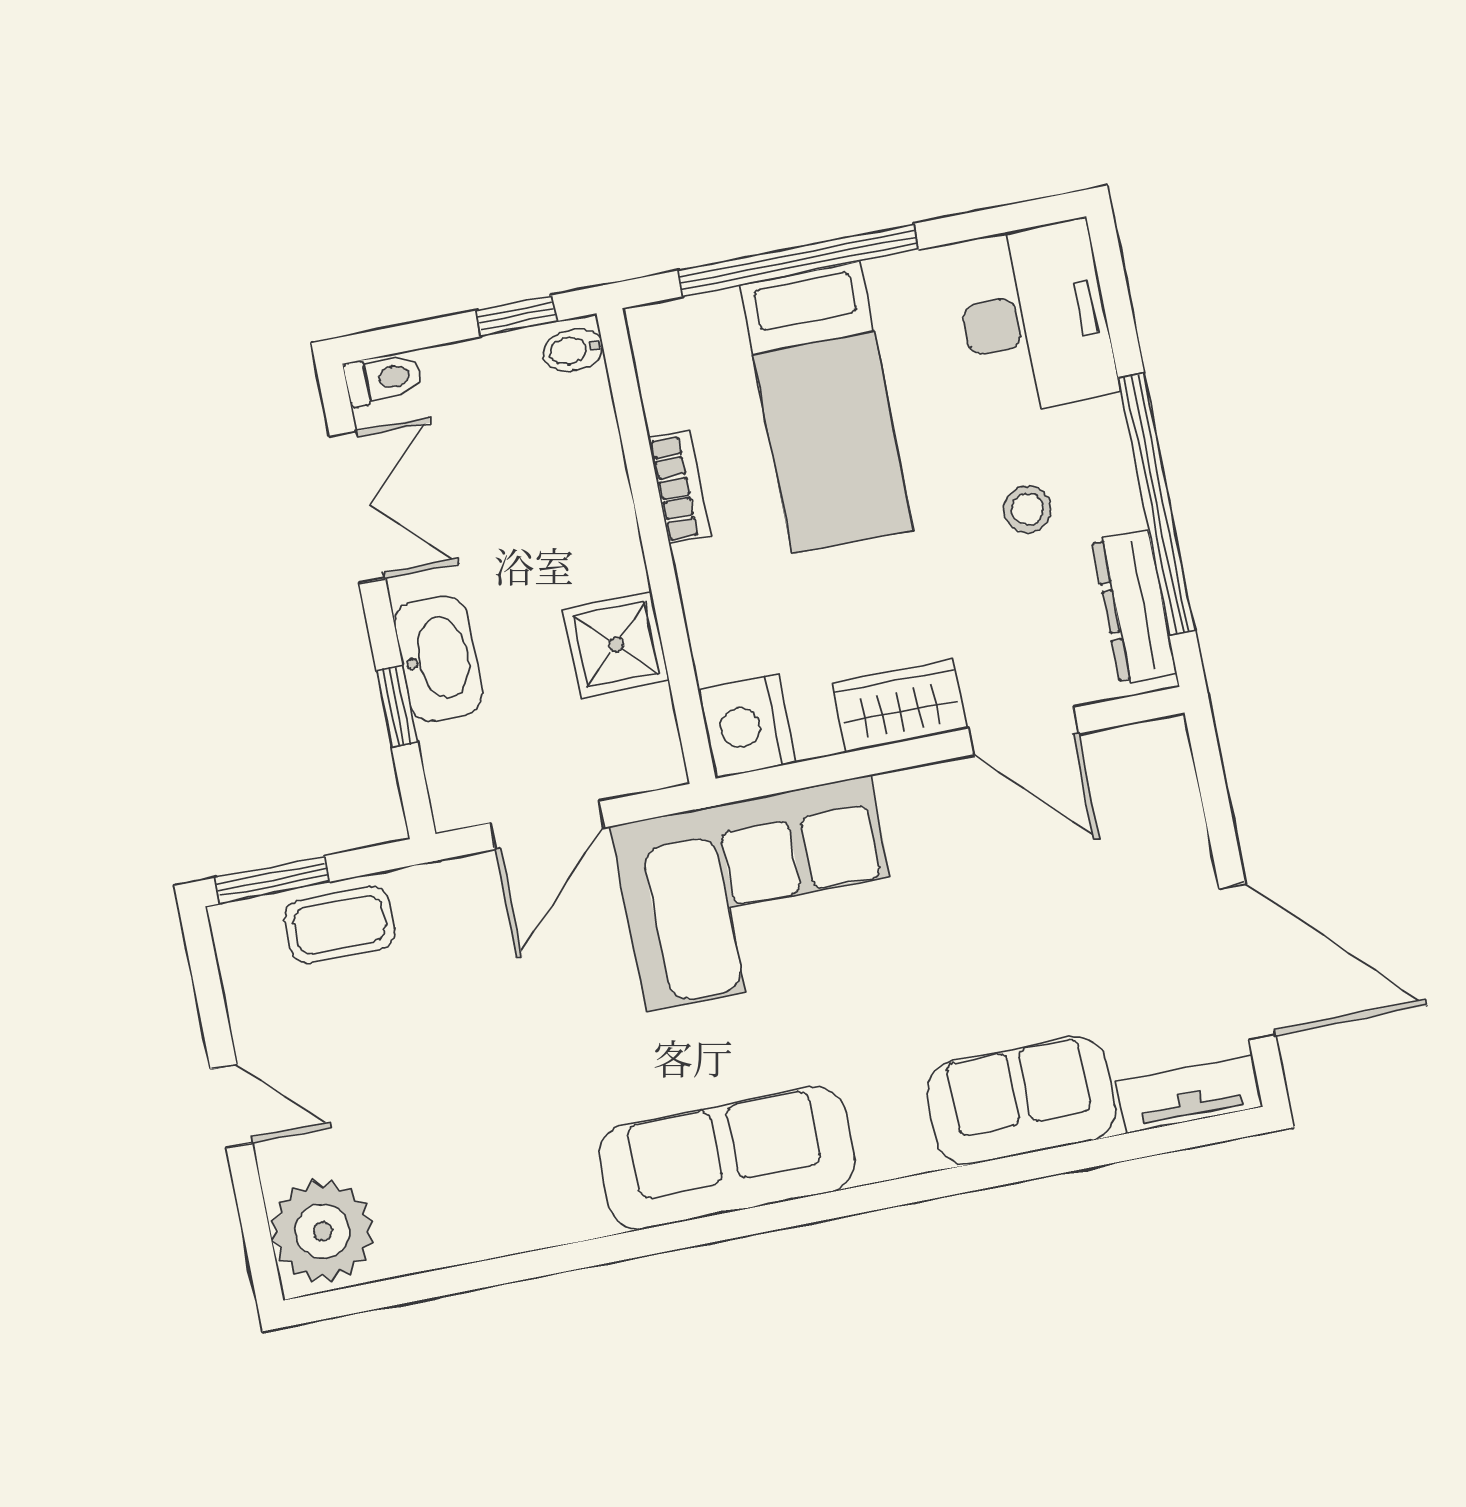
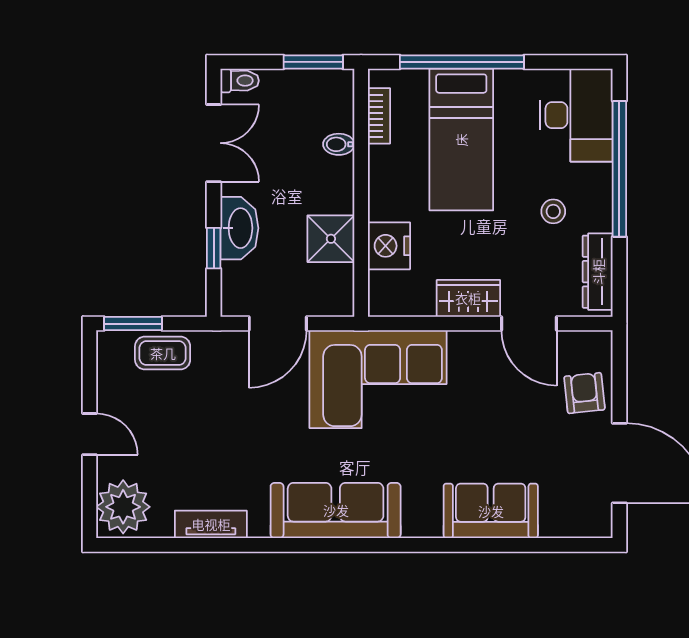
window: (516, 316) -> (313, 62), width x1.50
bidet: (573, 350) -> (339, 144), moved
bookcase: (679, 487) -> (379, 116), moved
window: (1157, 504) -> (619, 169), moved
nightstand: (747, 726) -> (389, 246), moved
armchair: (1155, 842) -> (584, 393), added
tv unit: (1189, 1094) -> (211, 524), moved

